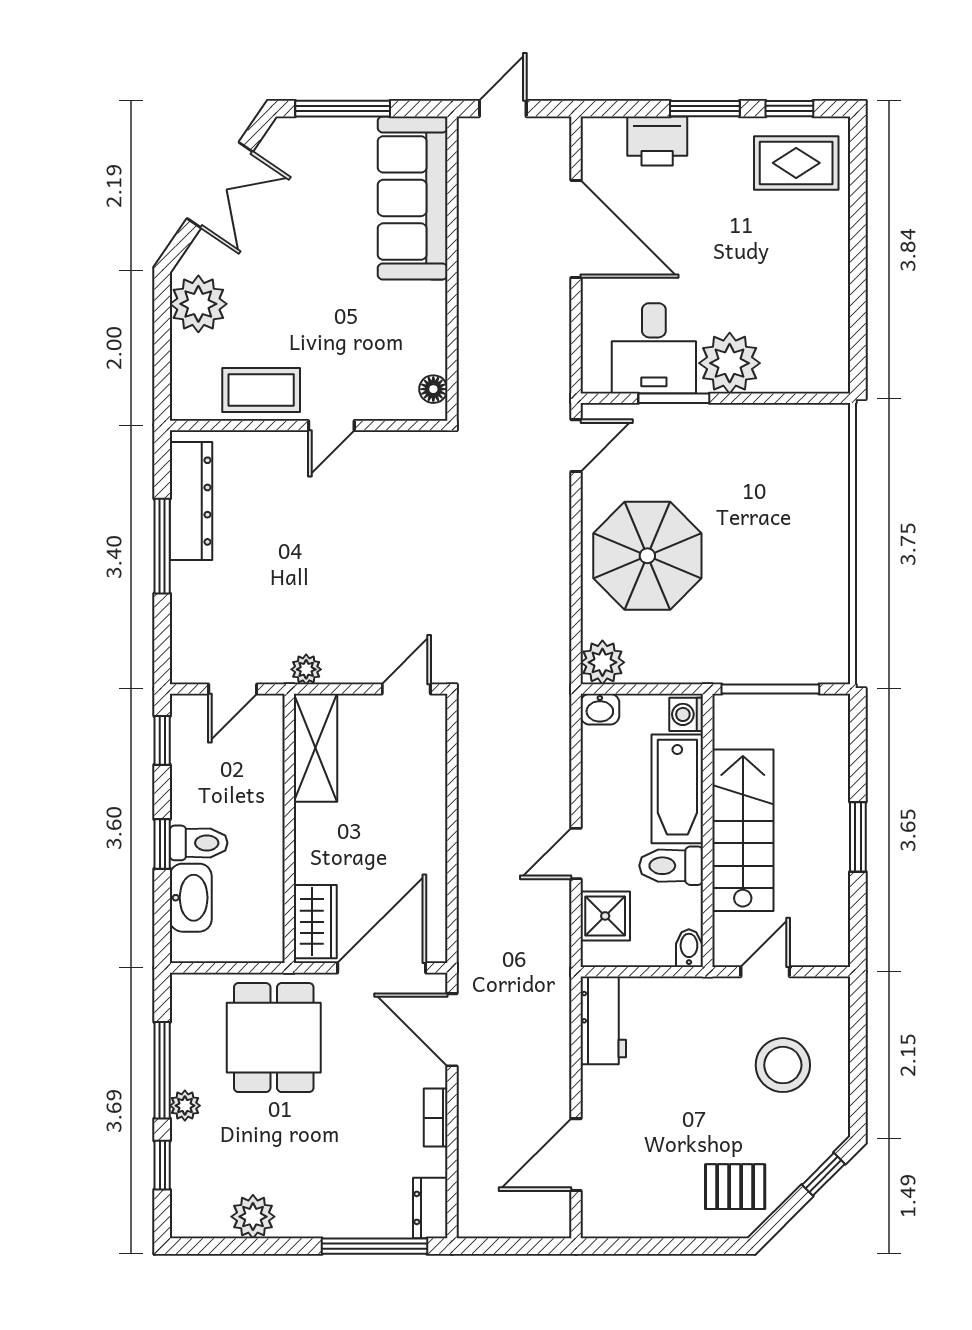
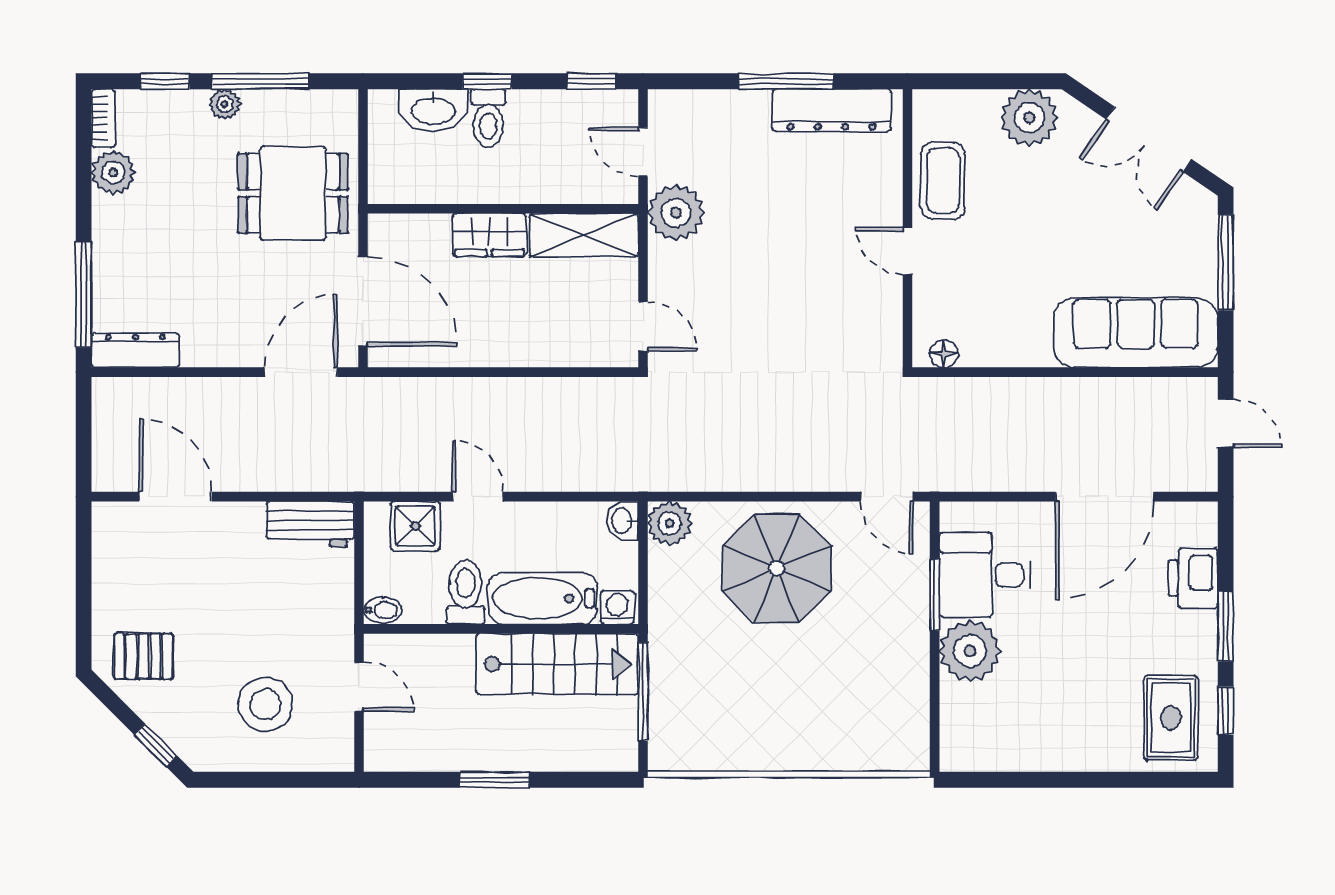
plant: (306, 669) -> (676, 213), width x1.87, depth x1.87
stairs: (743, 830) -> (557, 664), moved
wardrobe: (315, 922) -> (489, 235), moved
bookcase: (436, 1118) -> (103, 118), moved, turned 90
pallet: (735, 1187) -> (143, 656), turned 90
dresser: (430, 1208) -> (135, 350), width x1.44

